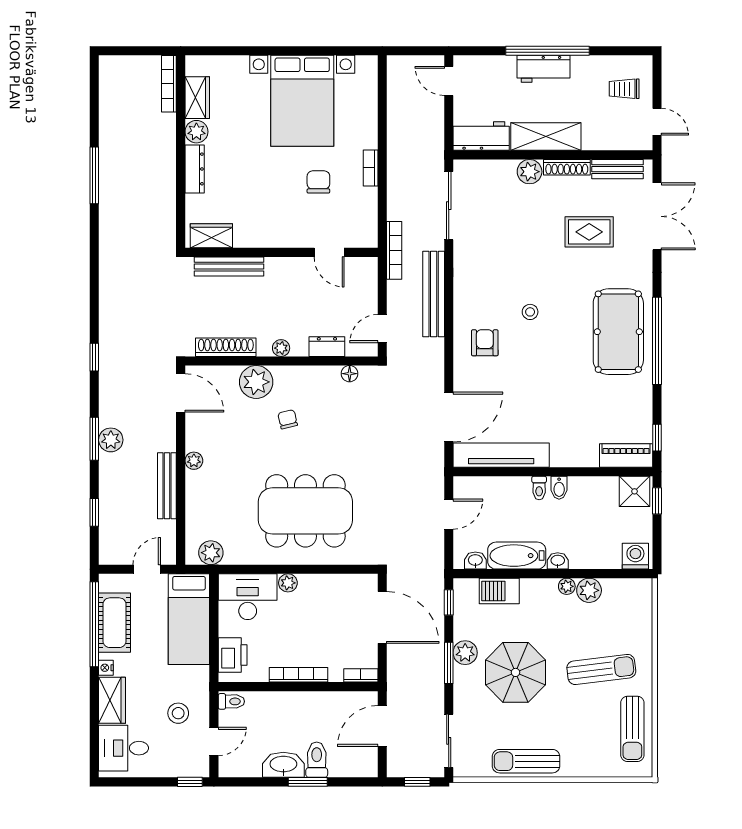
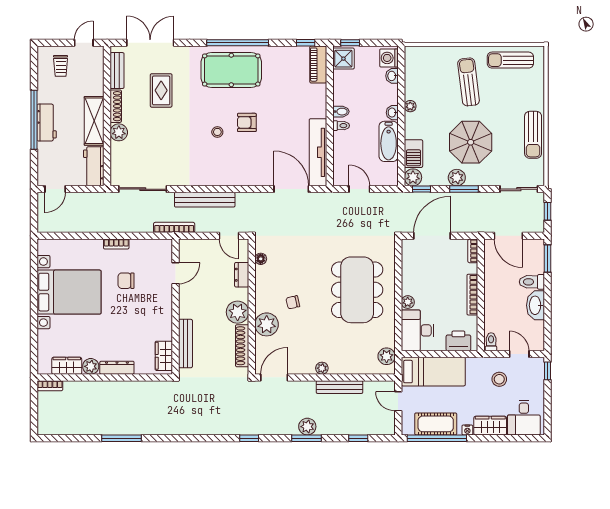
bookcase: (169, 84) -> (50, 386), width x0.64
armchair: (485, 343) -> (247, 122), moved
plant: (281, 348) -> (238, 312), width x1.87, depth x1.87
washbasin: (475, 561) -> (392, 76), moved
plant: (589, 590) -> (413, 177), moved
sun lounger: (632, 729) -> (510, 60), turned 180
window: (308, 782) -> (548, 259), moved

